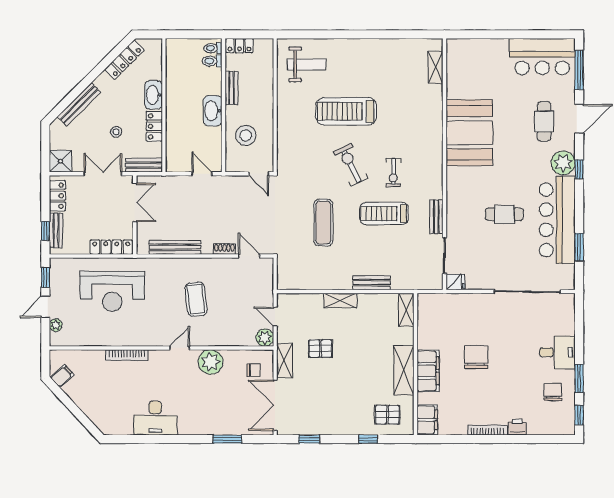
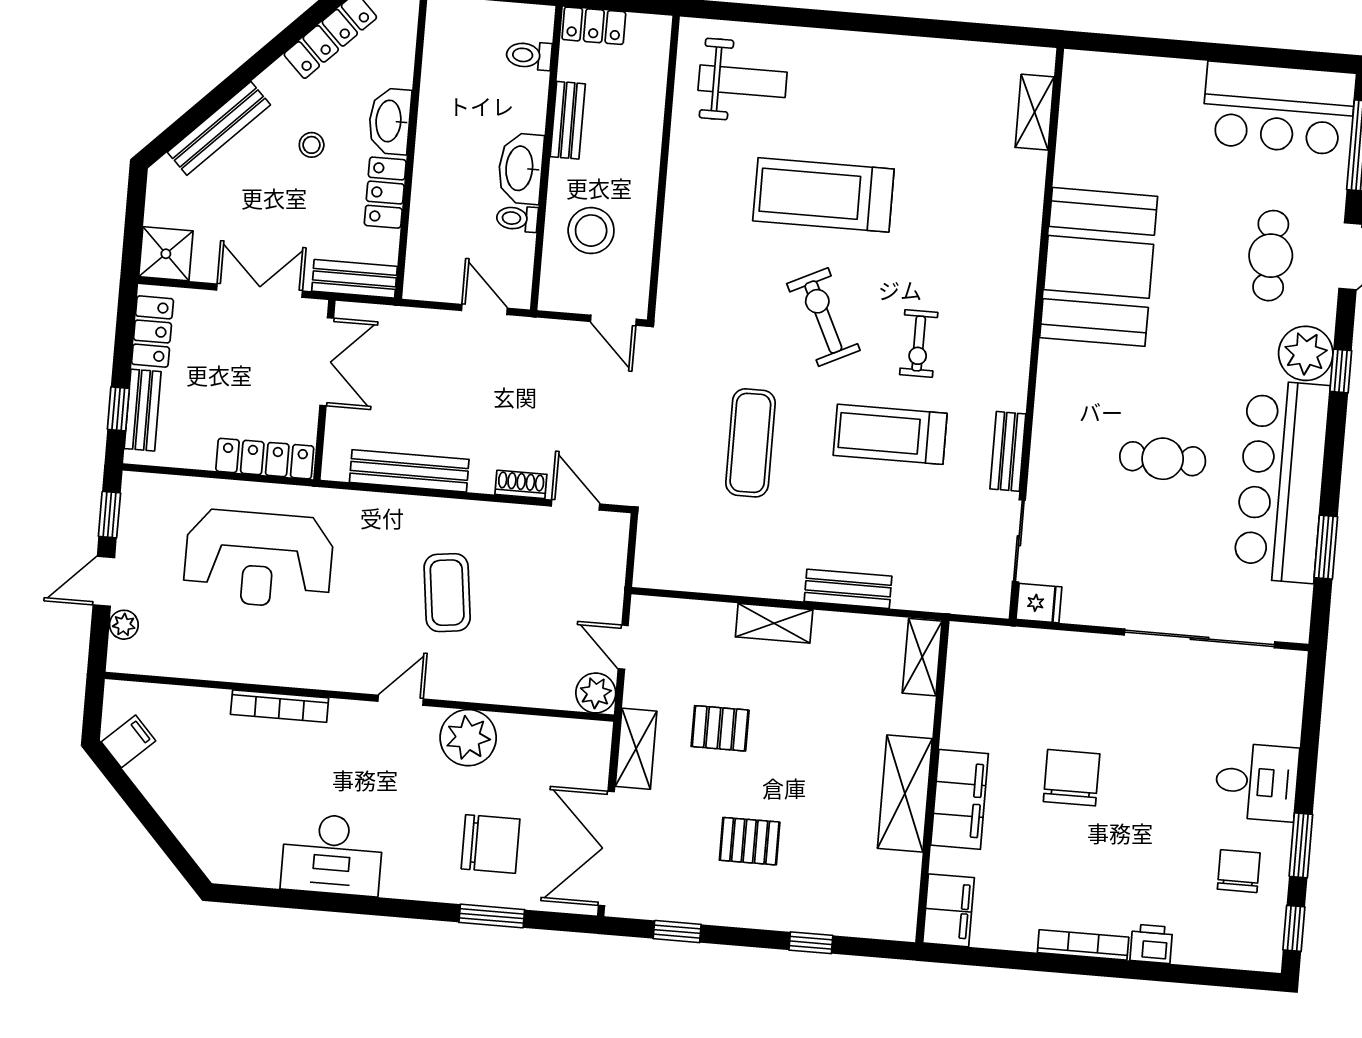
toilet: (213, 48) -> (517, 219), moved
stool: (116, 132) -> (312, 145), moved
chair: (254, 370) -> (491, 844), moved, width x1.87, depth x1.87
pallet: (387, 415) -> (750, 841), moved

